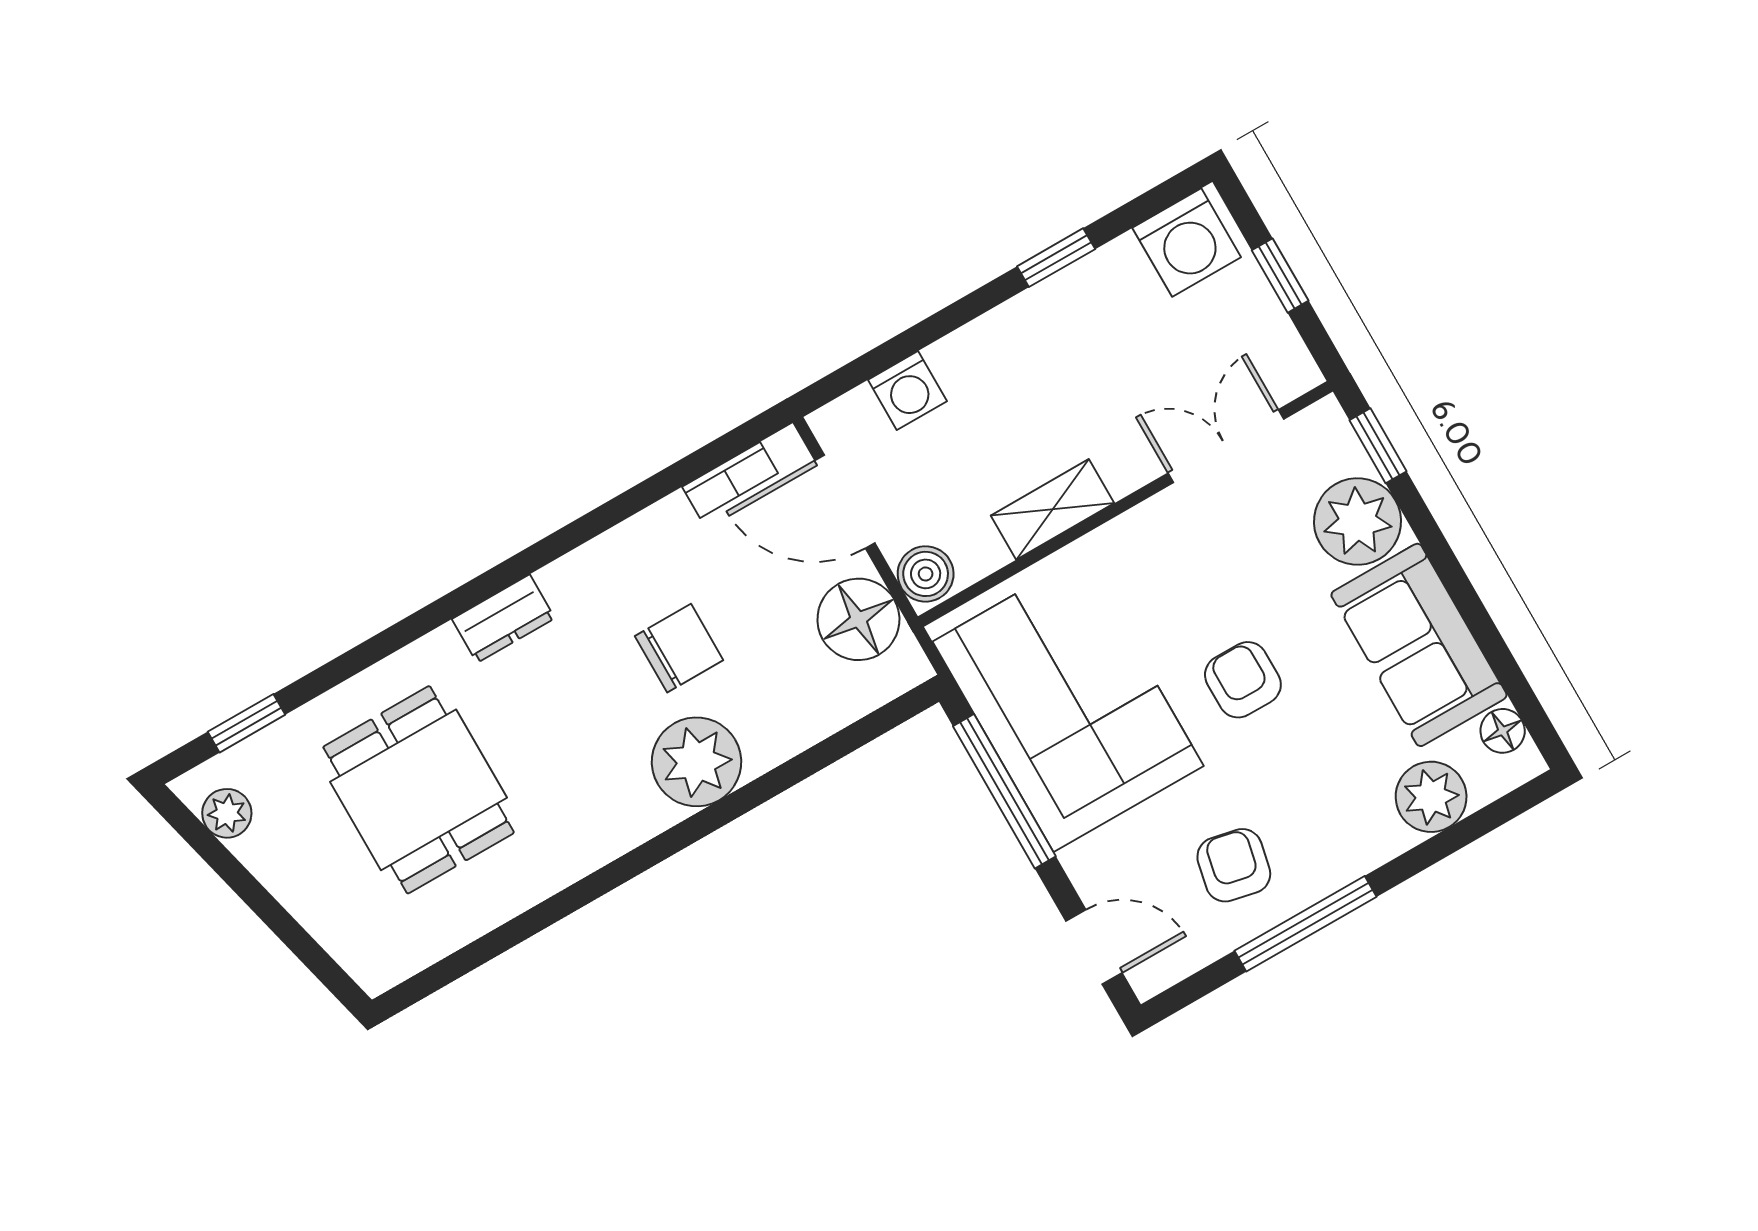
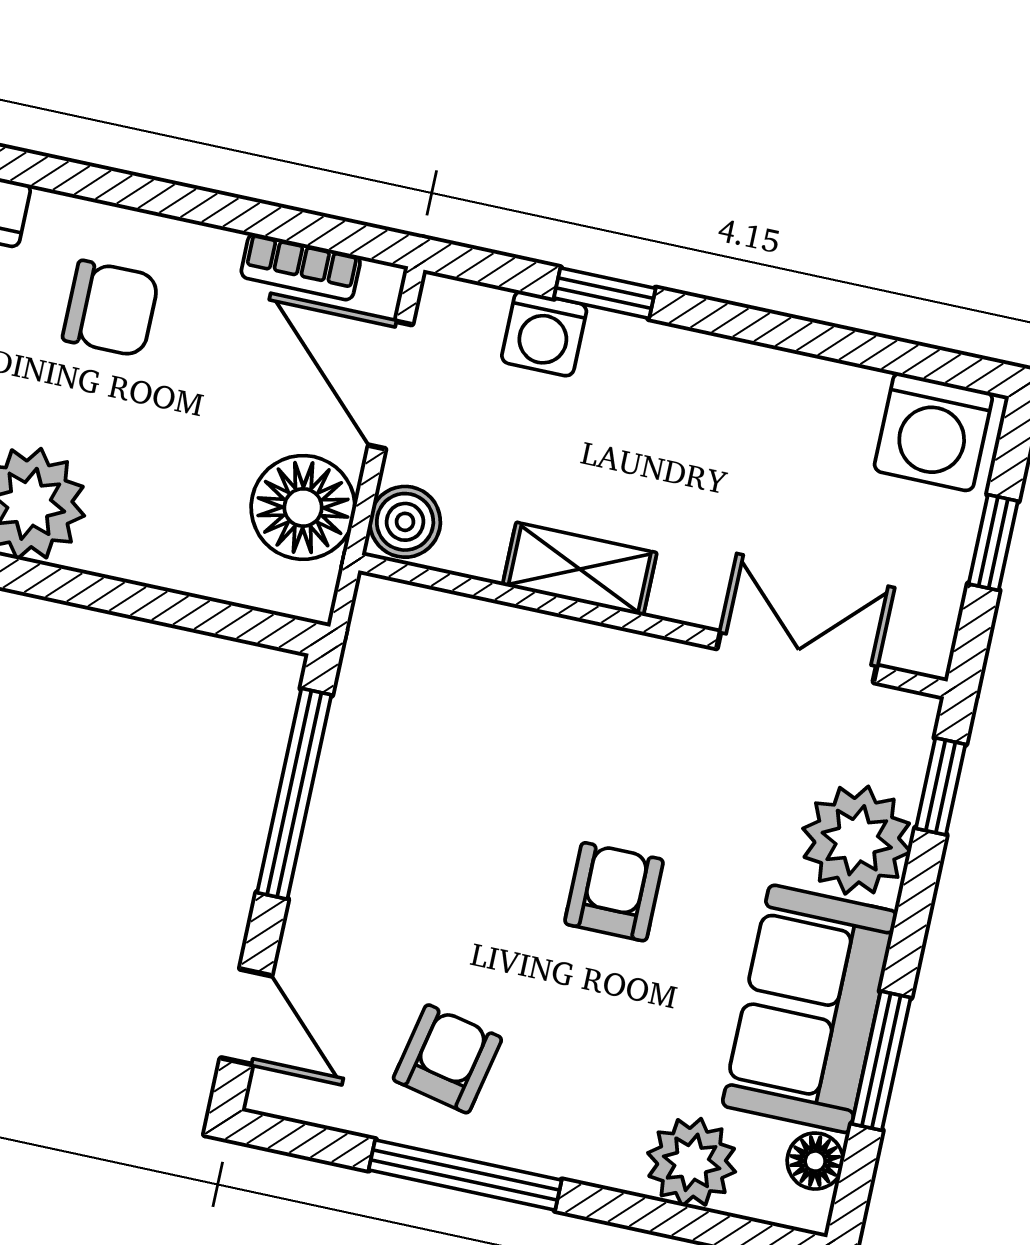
window: (1056, 258) -> (605, 293), moved
window: (1488, 637) -> (881, 1061), added
chair: (679, 648) -> (111, 308), moved
corner sofa: (1068, 704) -> (429, 765), removed

